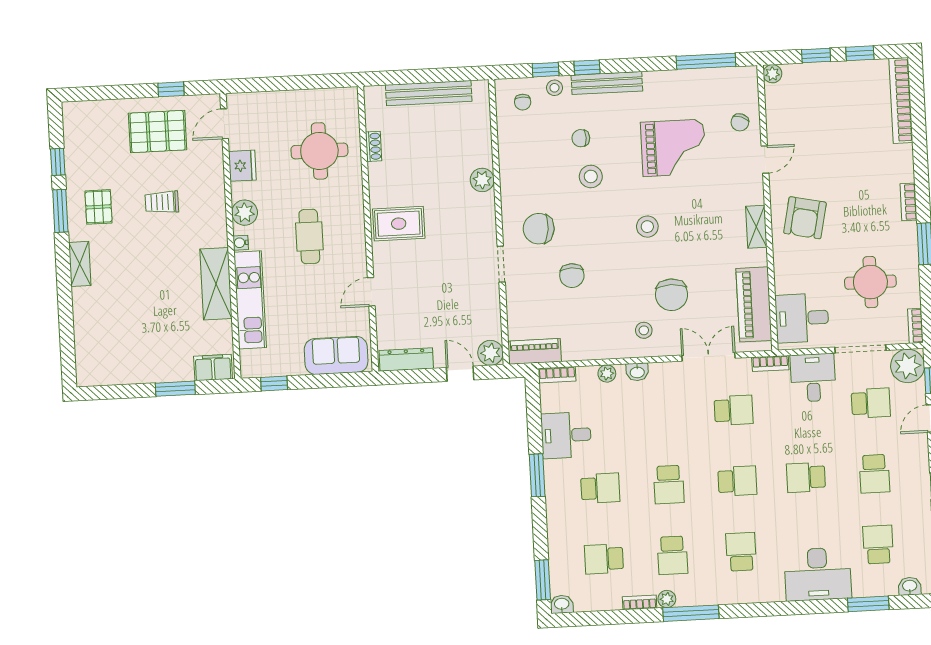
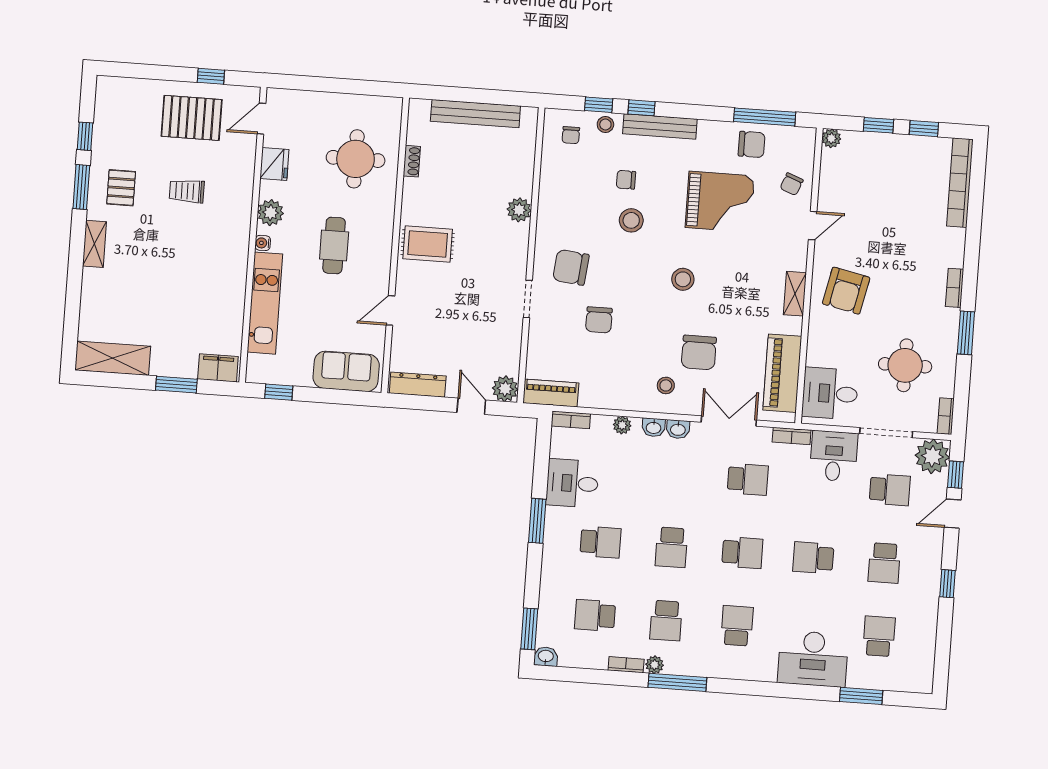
chair: (697, 89) -> (752, 144), added
shelving: (216, 284) -> (113, 358), moved, turned 90
washbasin: (910, 586) -> (678, 429), moved, turned 180

